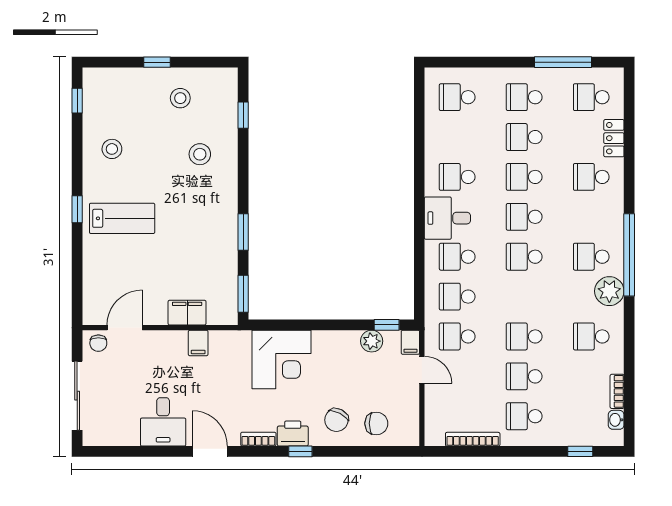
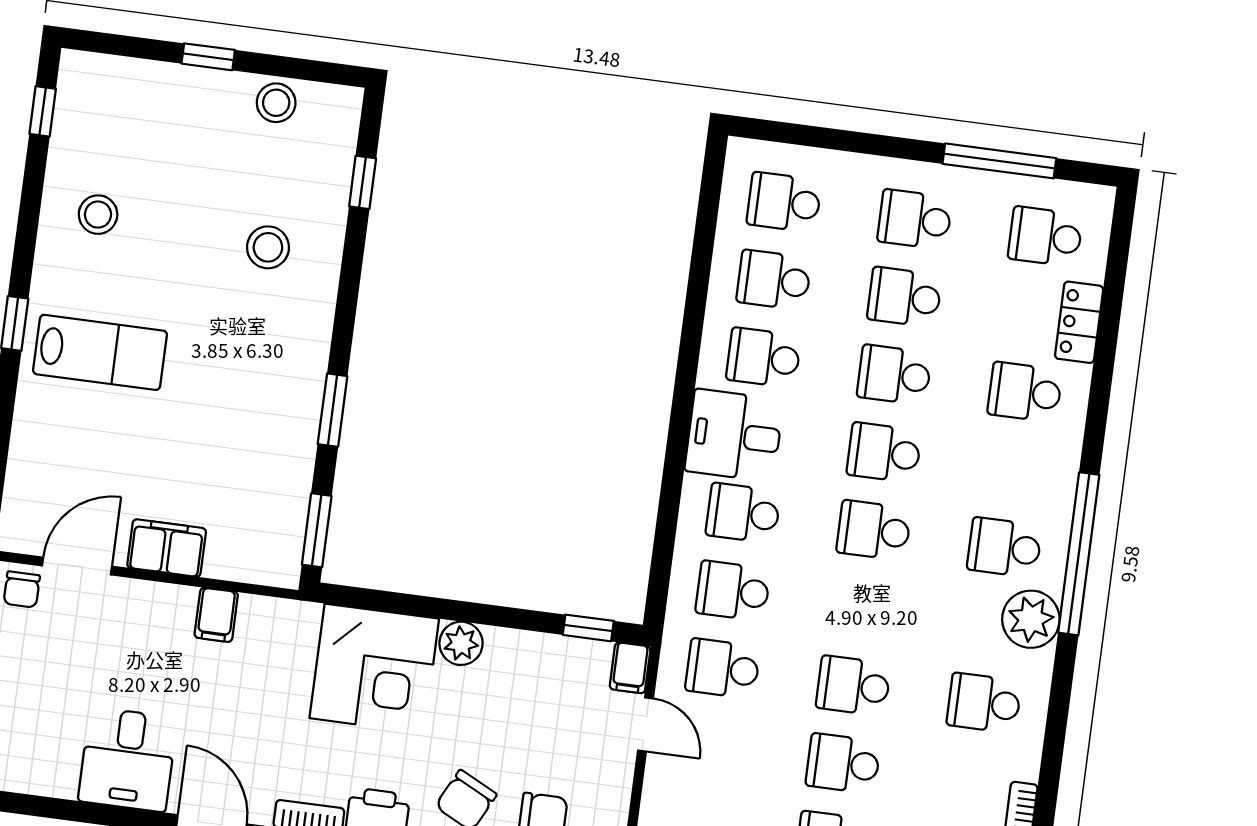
stool: (180, 98) -> (276, 103), moved
school desk: (457, 137) -> (774, 280), added
filing cabinet: (187, 313) -> (167, 548), moved
plant: (372, 341) -> (461, 643), moved

